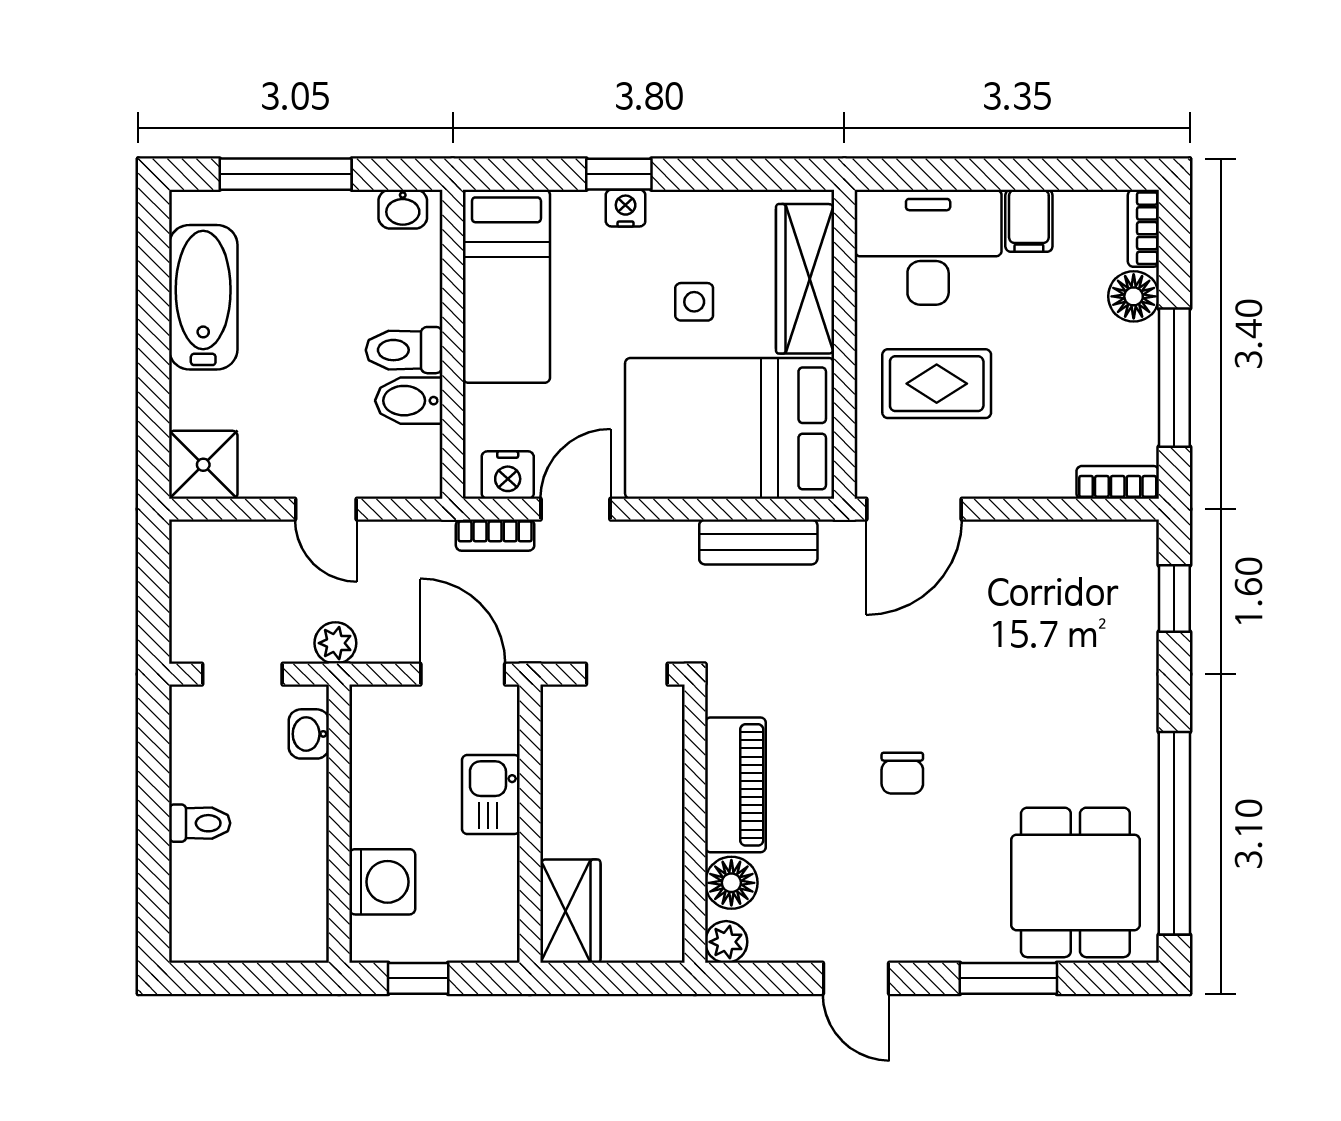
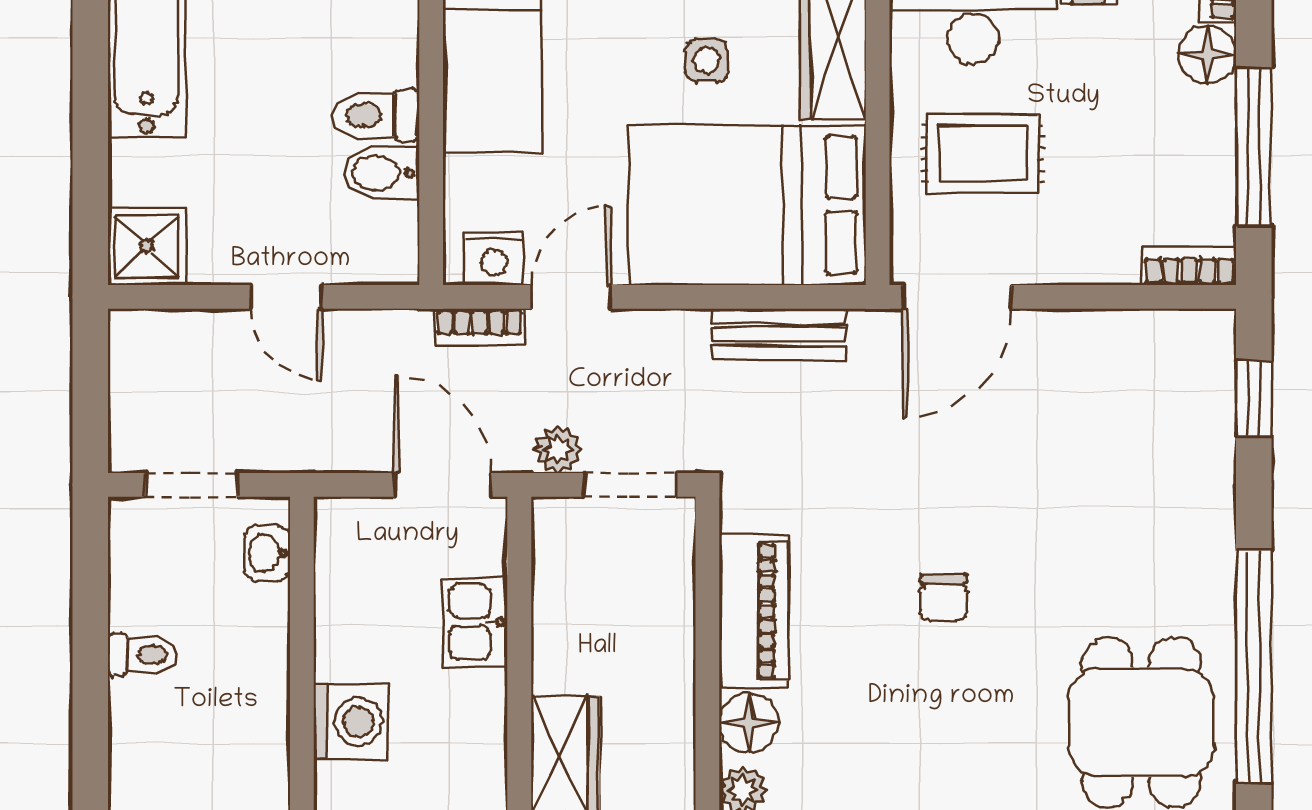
plant: (335, 643) -> (558, 449), moved

